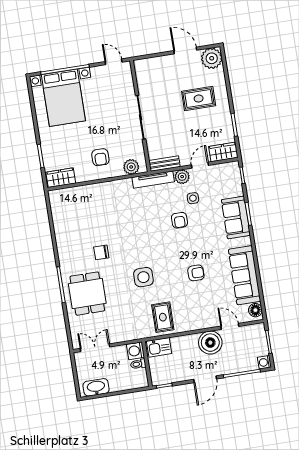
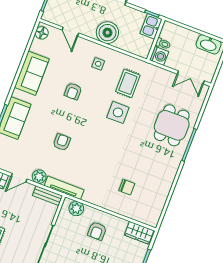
armchair: (100, 157) -> (97, 231), turned 180
side table: (193, 198) -> (98, 64), moved
chair: (101, 252) -> (127, 187), moved
armchair: (196, 273) -> (73, 91), turned -90
sofa: (245, 275) -> (32, 73), width x0.73
rug: (163, 317) -> (128, 83), moved
boiler: (210, 343) -> (107, 33), moved
kitchen sink: (159, 347) -> (151, 26), moved, turned -90

